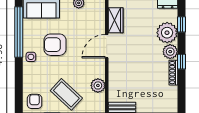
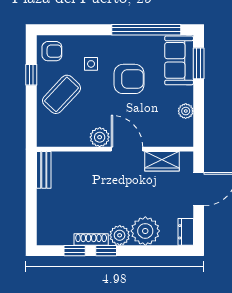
window: (182, 24) -> (75, 251), moved
armchair: (55, 45) -> (129, 79), turned 90
side table: (31, 57) -> (91, 64), moved
plant: (98, 85) -> (100, 137), moved

